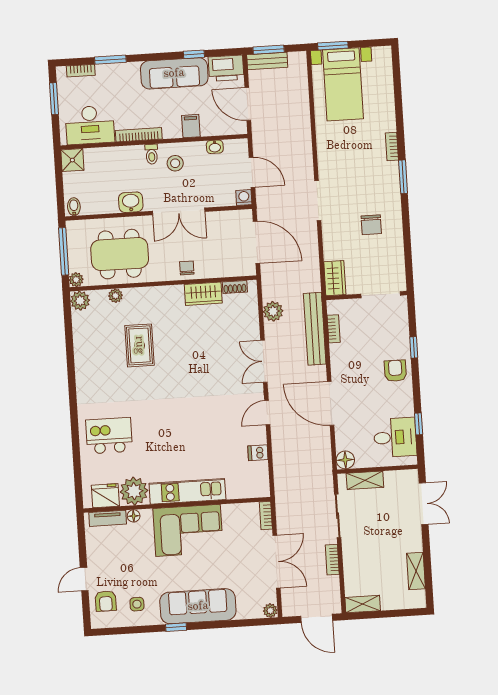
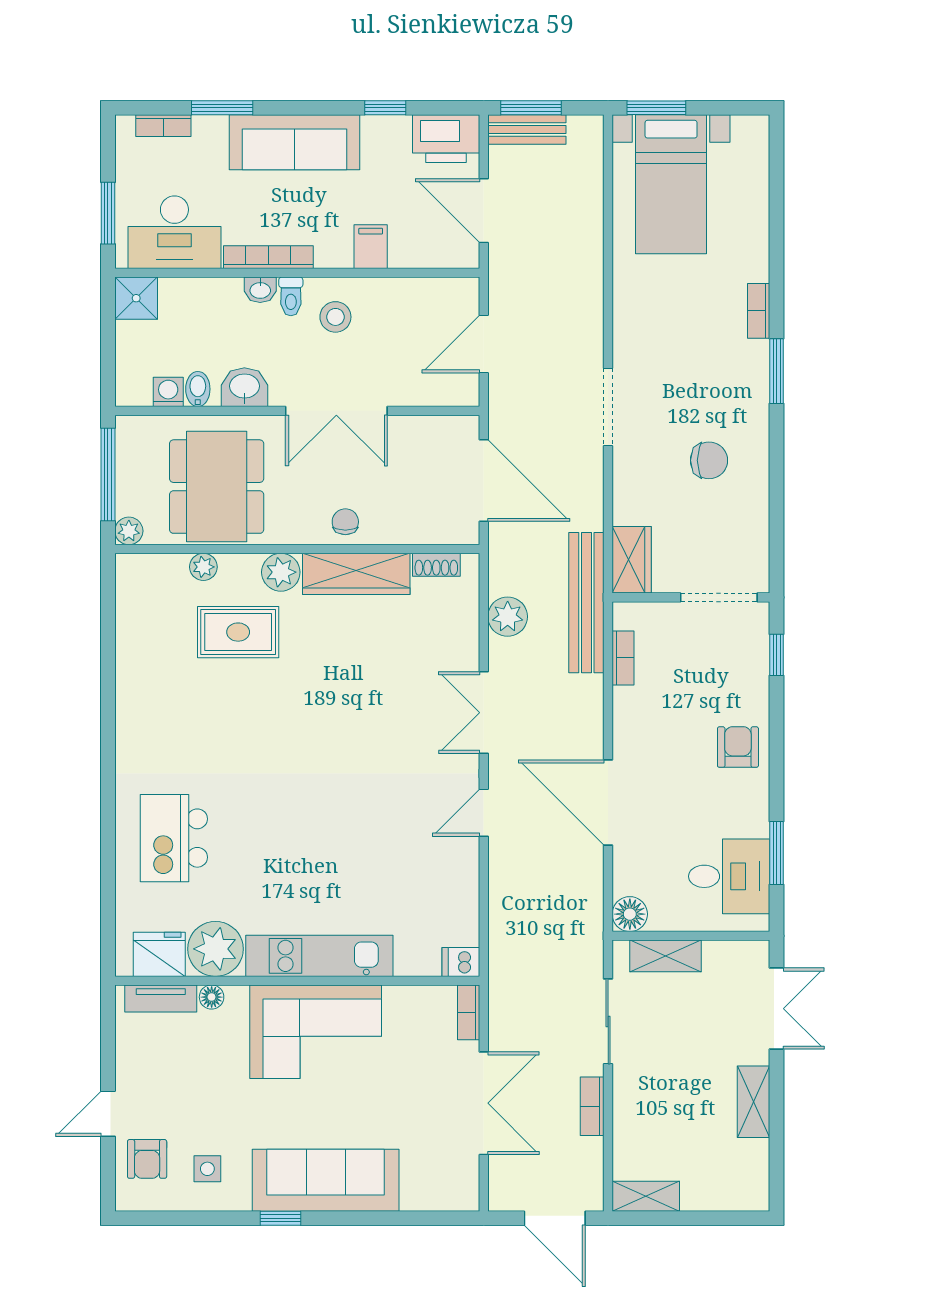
sofa: (174, 73) -> (294, 142), moved
window: (54, 99) -> (108, 213), moved
washbasin: (215, 147) -> (260, 290), moved
door: (252, 172) -> (484, 344), swing flipped
washing machine: (244, 198) -> (168, 392), moved
bidet: (74, 207) -> (198, 389), moved
chair: (371, 225) -> (709, 460), turned -90
dining table: (120, 254) -> (217, 487), turned 90
wardrobe: (203, 294) -> (356, 574), width x1.50
plant: (80, 301) -> (281, 572), moved
bench: (315, 329) -> (586, 603), moved
rug: (140, 345) -> (238, 632), moved, turned 90
window: (414, 347) -> (777, 655), moved
window: (419, 424) -> (777, 853), width x1.50
kitchen island: (109, 436) -> (174, 838), turned -90
dishwasher: (258, 453) -> (461, 962), moved
shelving: (416, 571) -> (754, 1102), moved
plant: (270, 611) -> (466, 1198), removed

